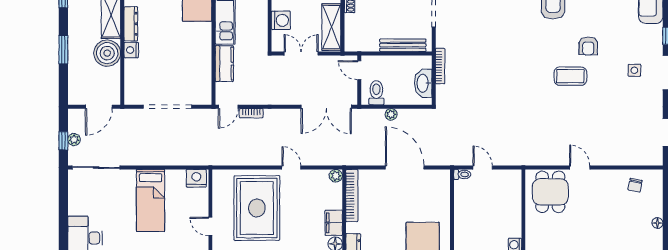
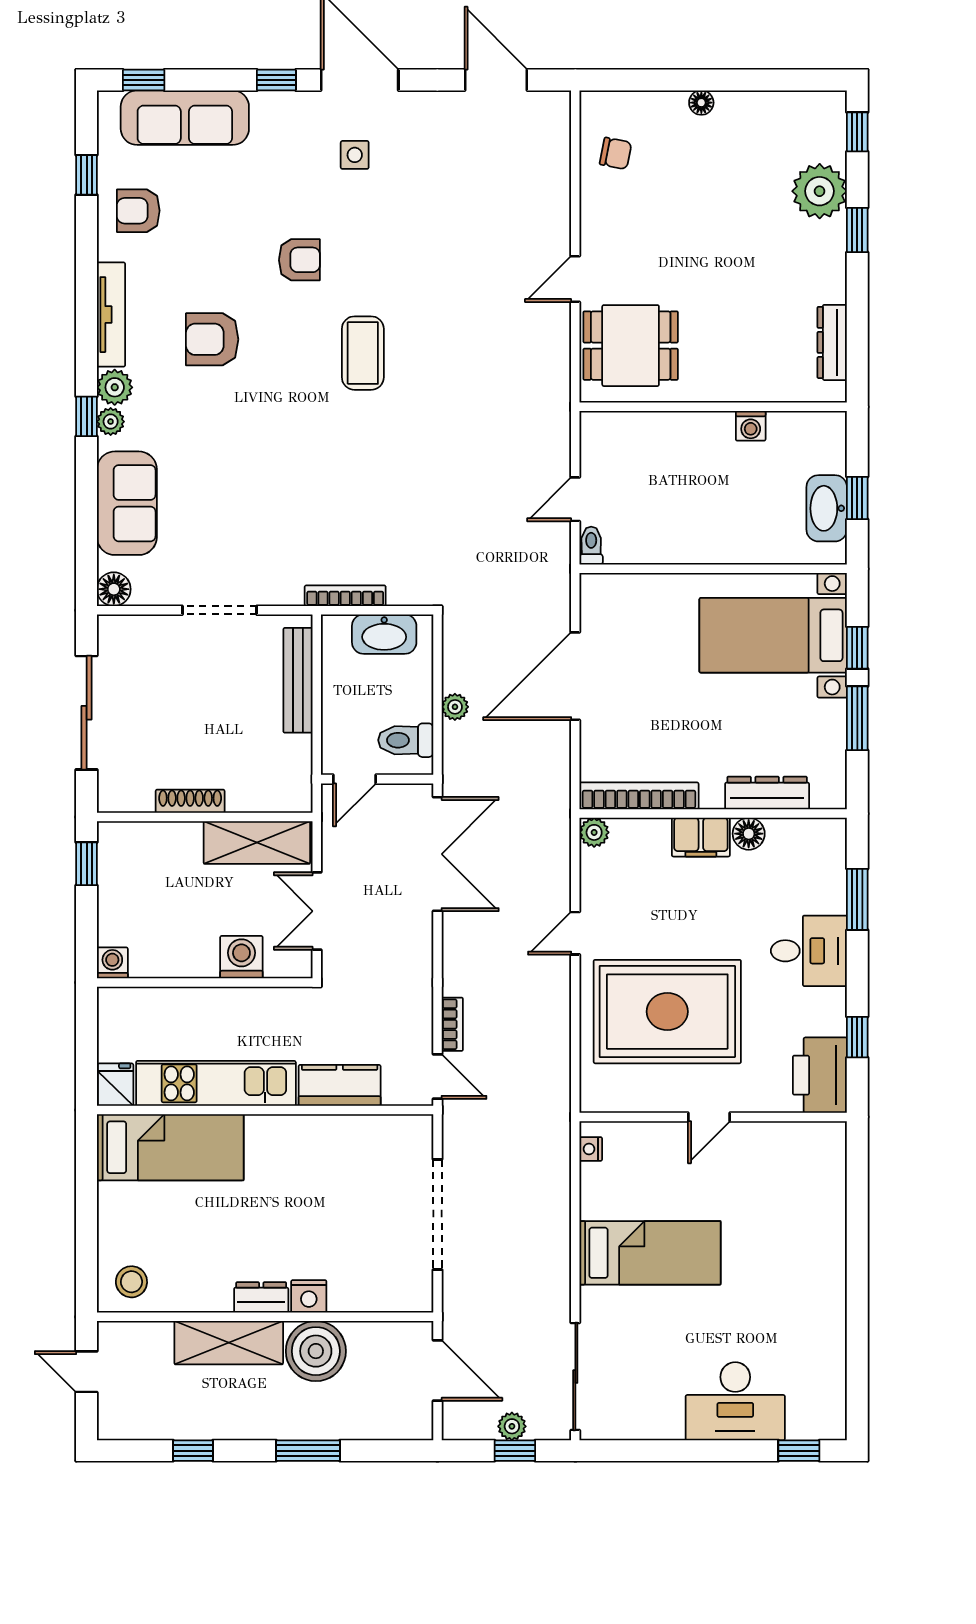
dresser: (131, 24) -> (261, 1297), width x0.70
coffee table: (570, 76) -> (363, 353), moved
nightstand: (196, 178) -> (591, 1149), width x0.53, depth x0.56

